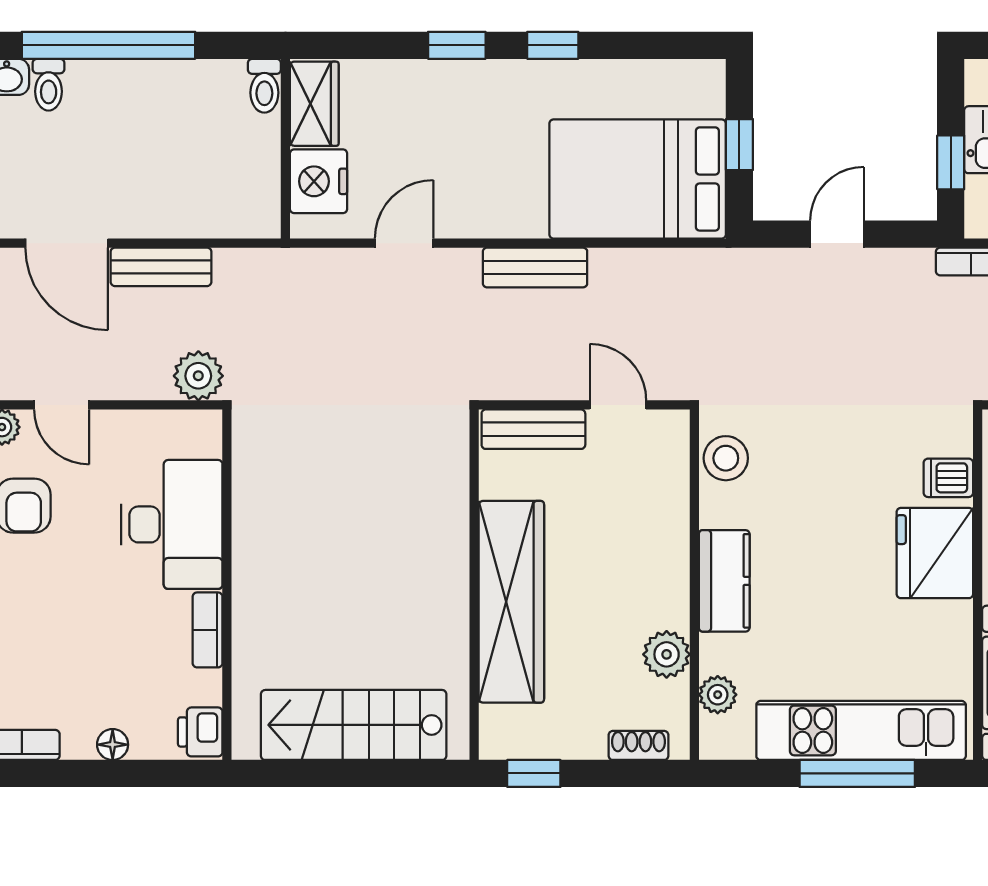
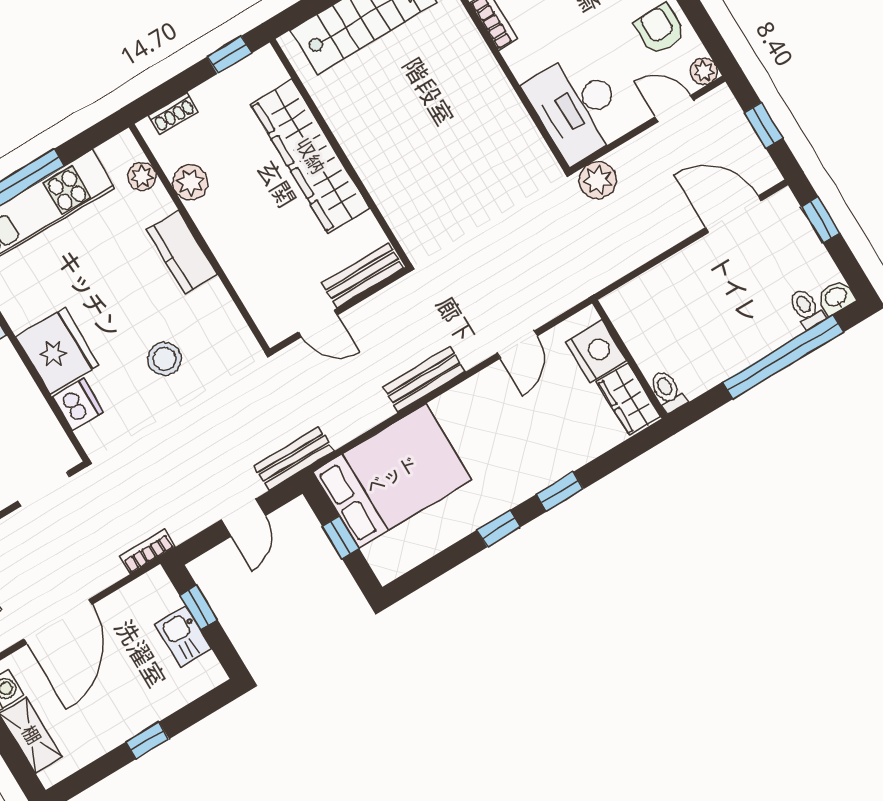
bench: (161, 267) -> (294, 459), moved
stool: (726, 458) -> (165, 359), moved
dishwasher: (948, 478) -> (78, 404), width x1.38
desk: (172, 524) -> (577, 107), moved

